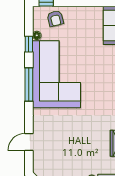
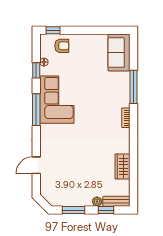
armchair: (55, 19) -> (62, 46), turned -76
corner sofa: (56, 74) -> (57, 100), width x0.73, depth x0.74

